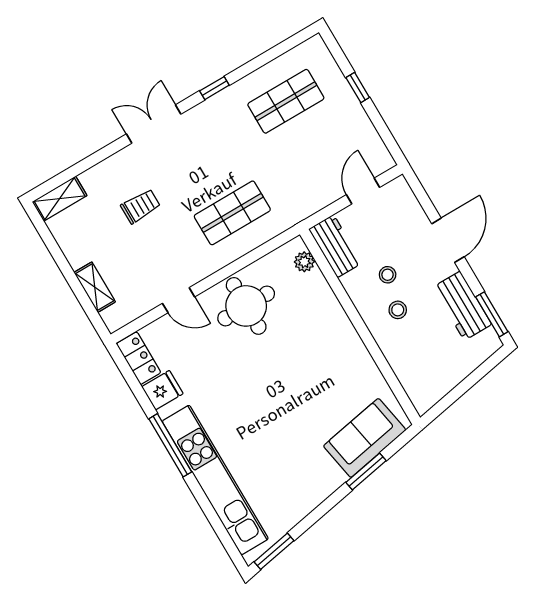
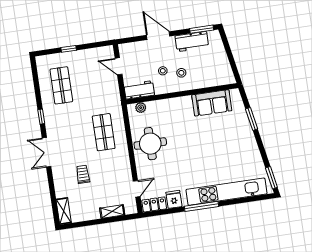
door: (179, 300) -> (137, 189), moved
sofa: (365, 438) -> (212, 103), moved, turned -80

